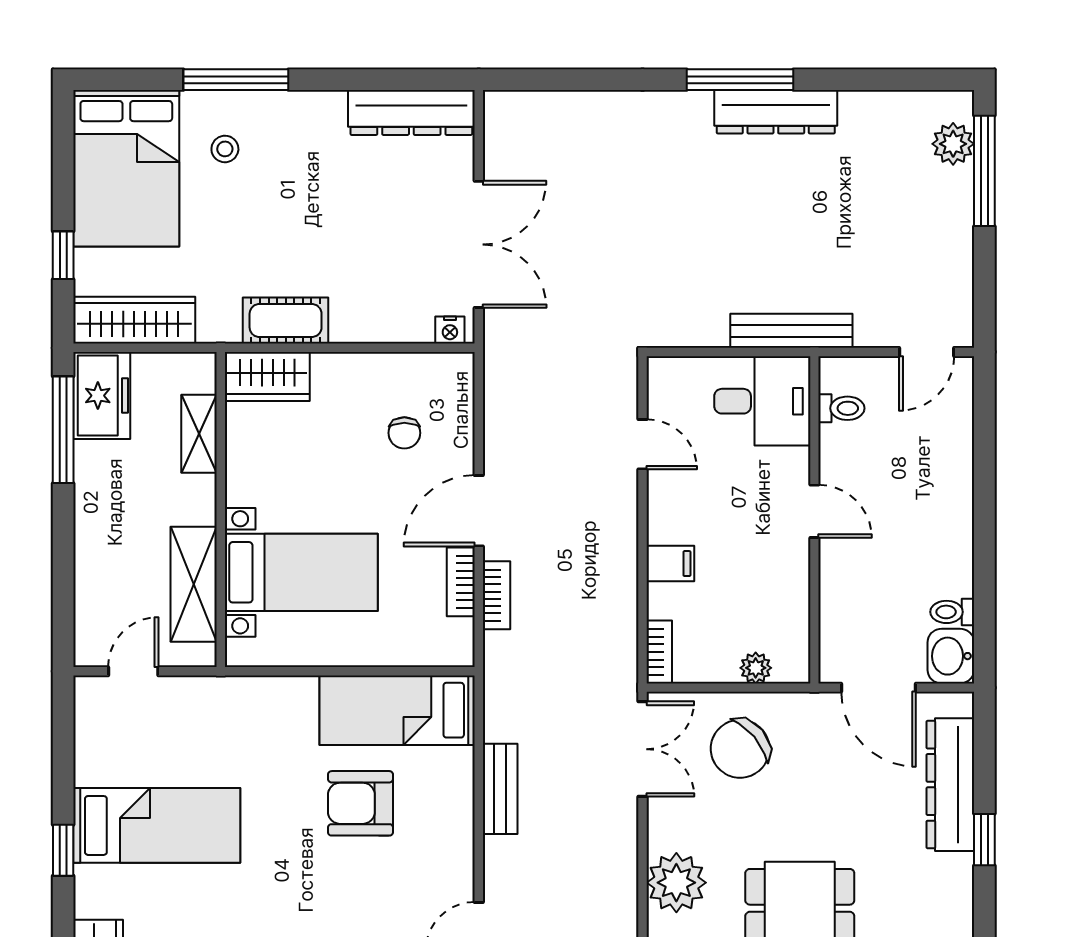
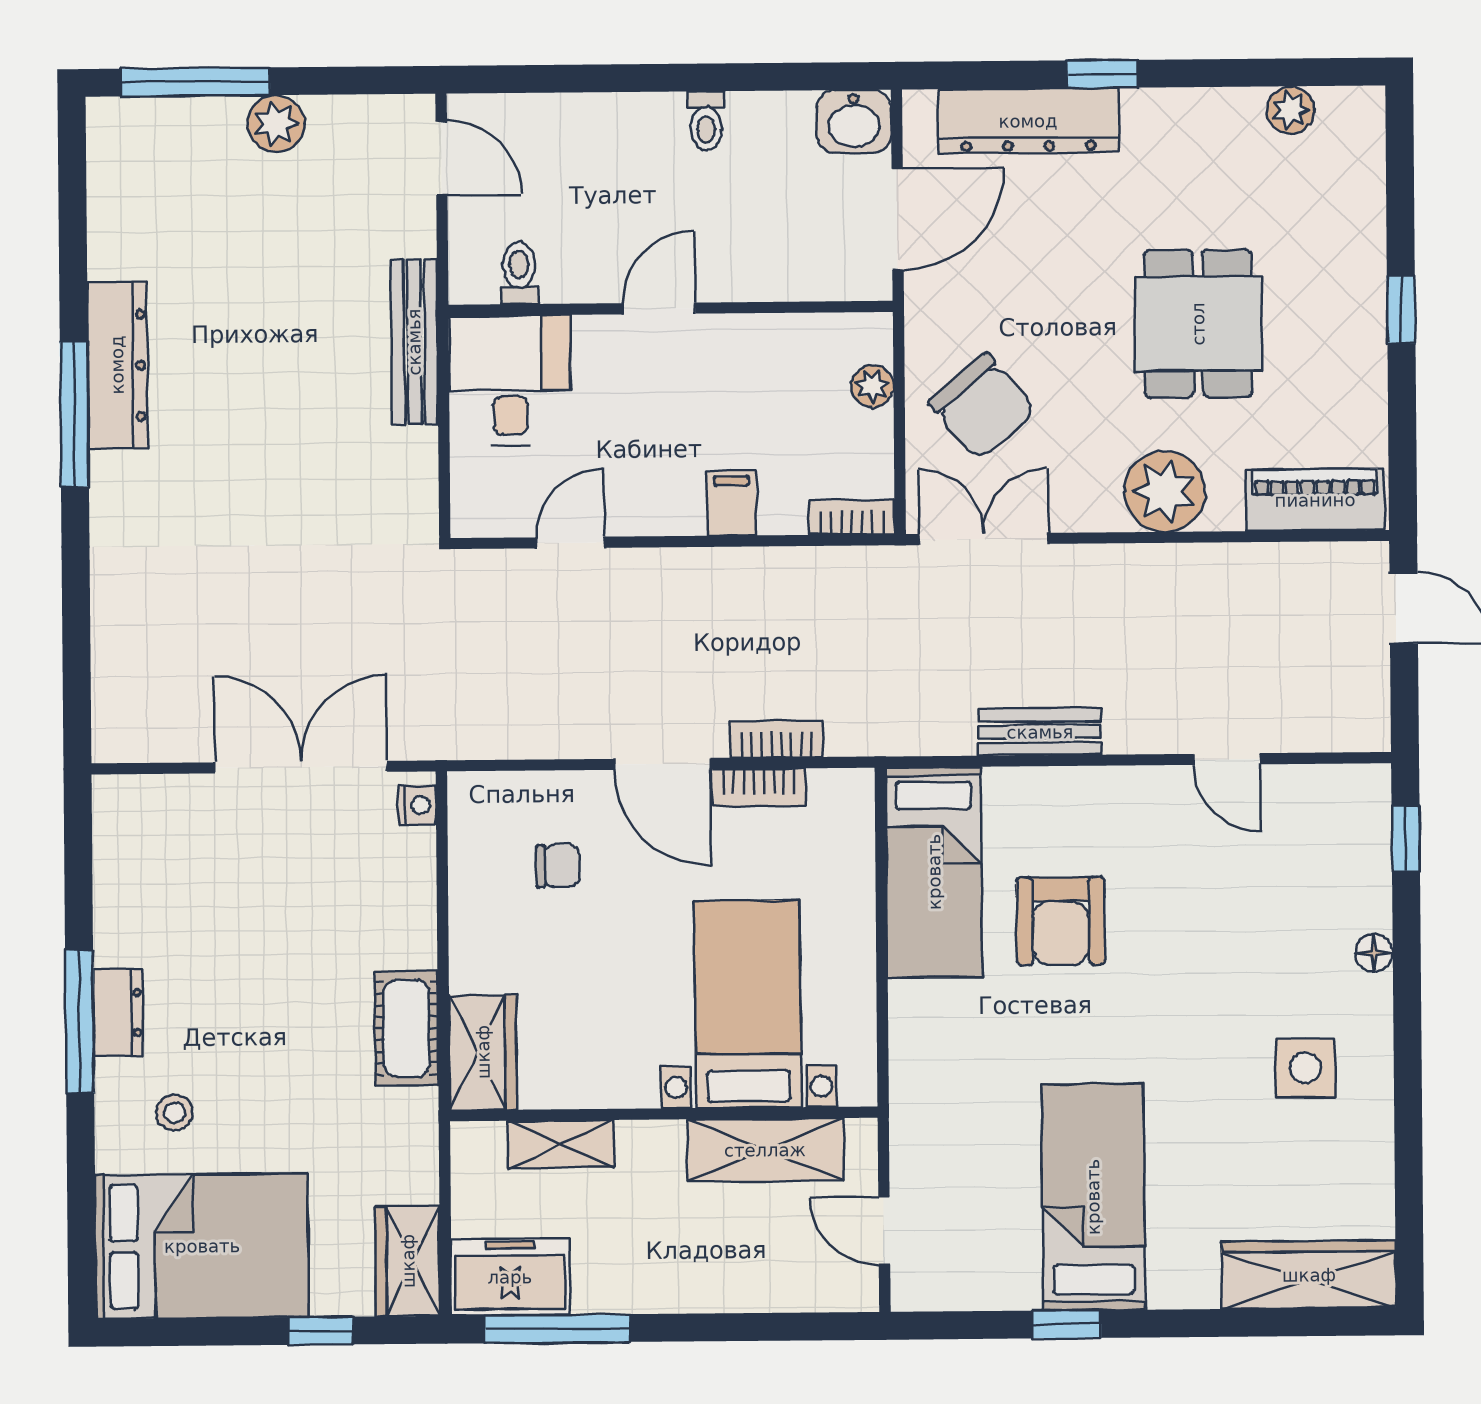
window: (236, 80) -> (80, 1021), moved
dresser: (411, 112) -> (118, 1013), moved, width x0.51, depth x0.80
plant: (953, 144) -> (276, 124), moved
wardrobe: (134, 320) -> (408, 1261), width x0.67
toilet: (952, 612) -> (706, 121), moved
window: (63, 850) -> (1067, 1324), moved

